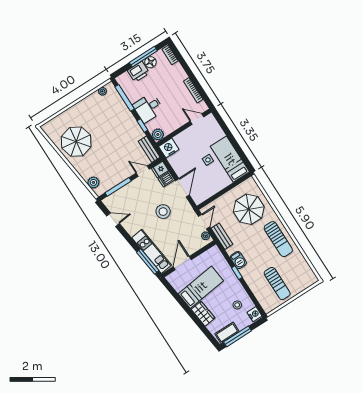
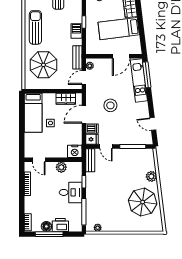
plant: (158, 134) -> (61, 167), moved
plant: (93, 182) -> (151, 176), moved
wardrobe: (208, 191) -> (66, 99), added

